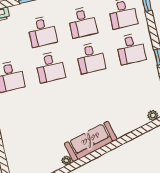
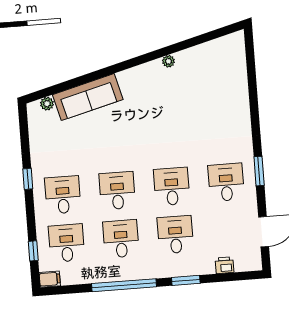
sofa: (91, 141) -> (88, 97), moved

